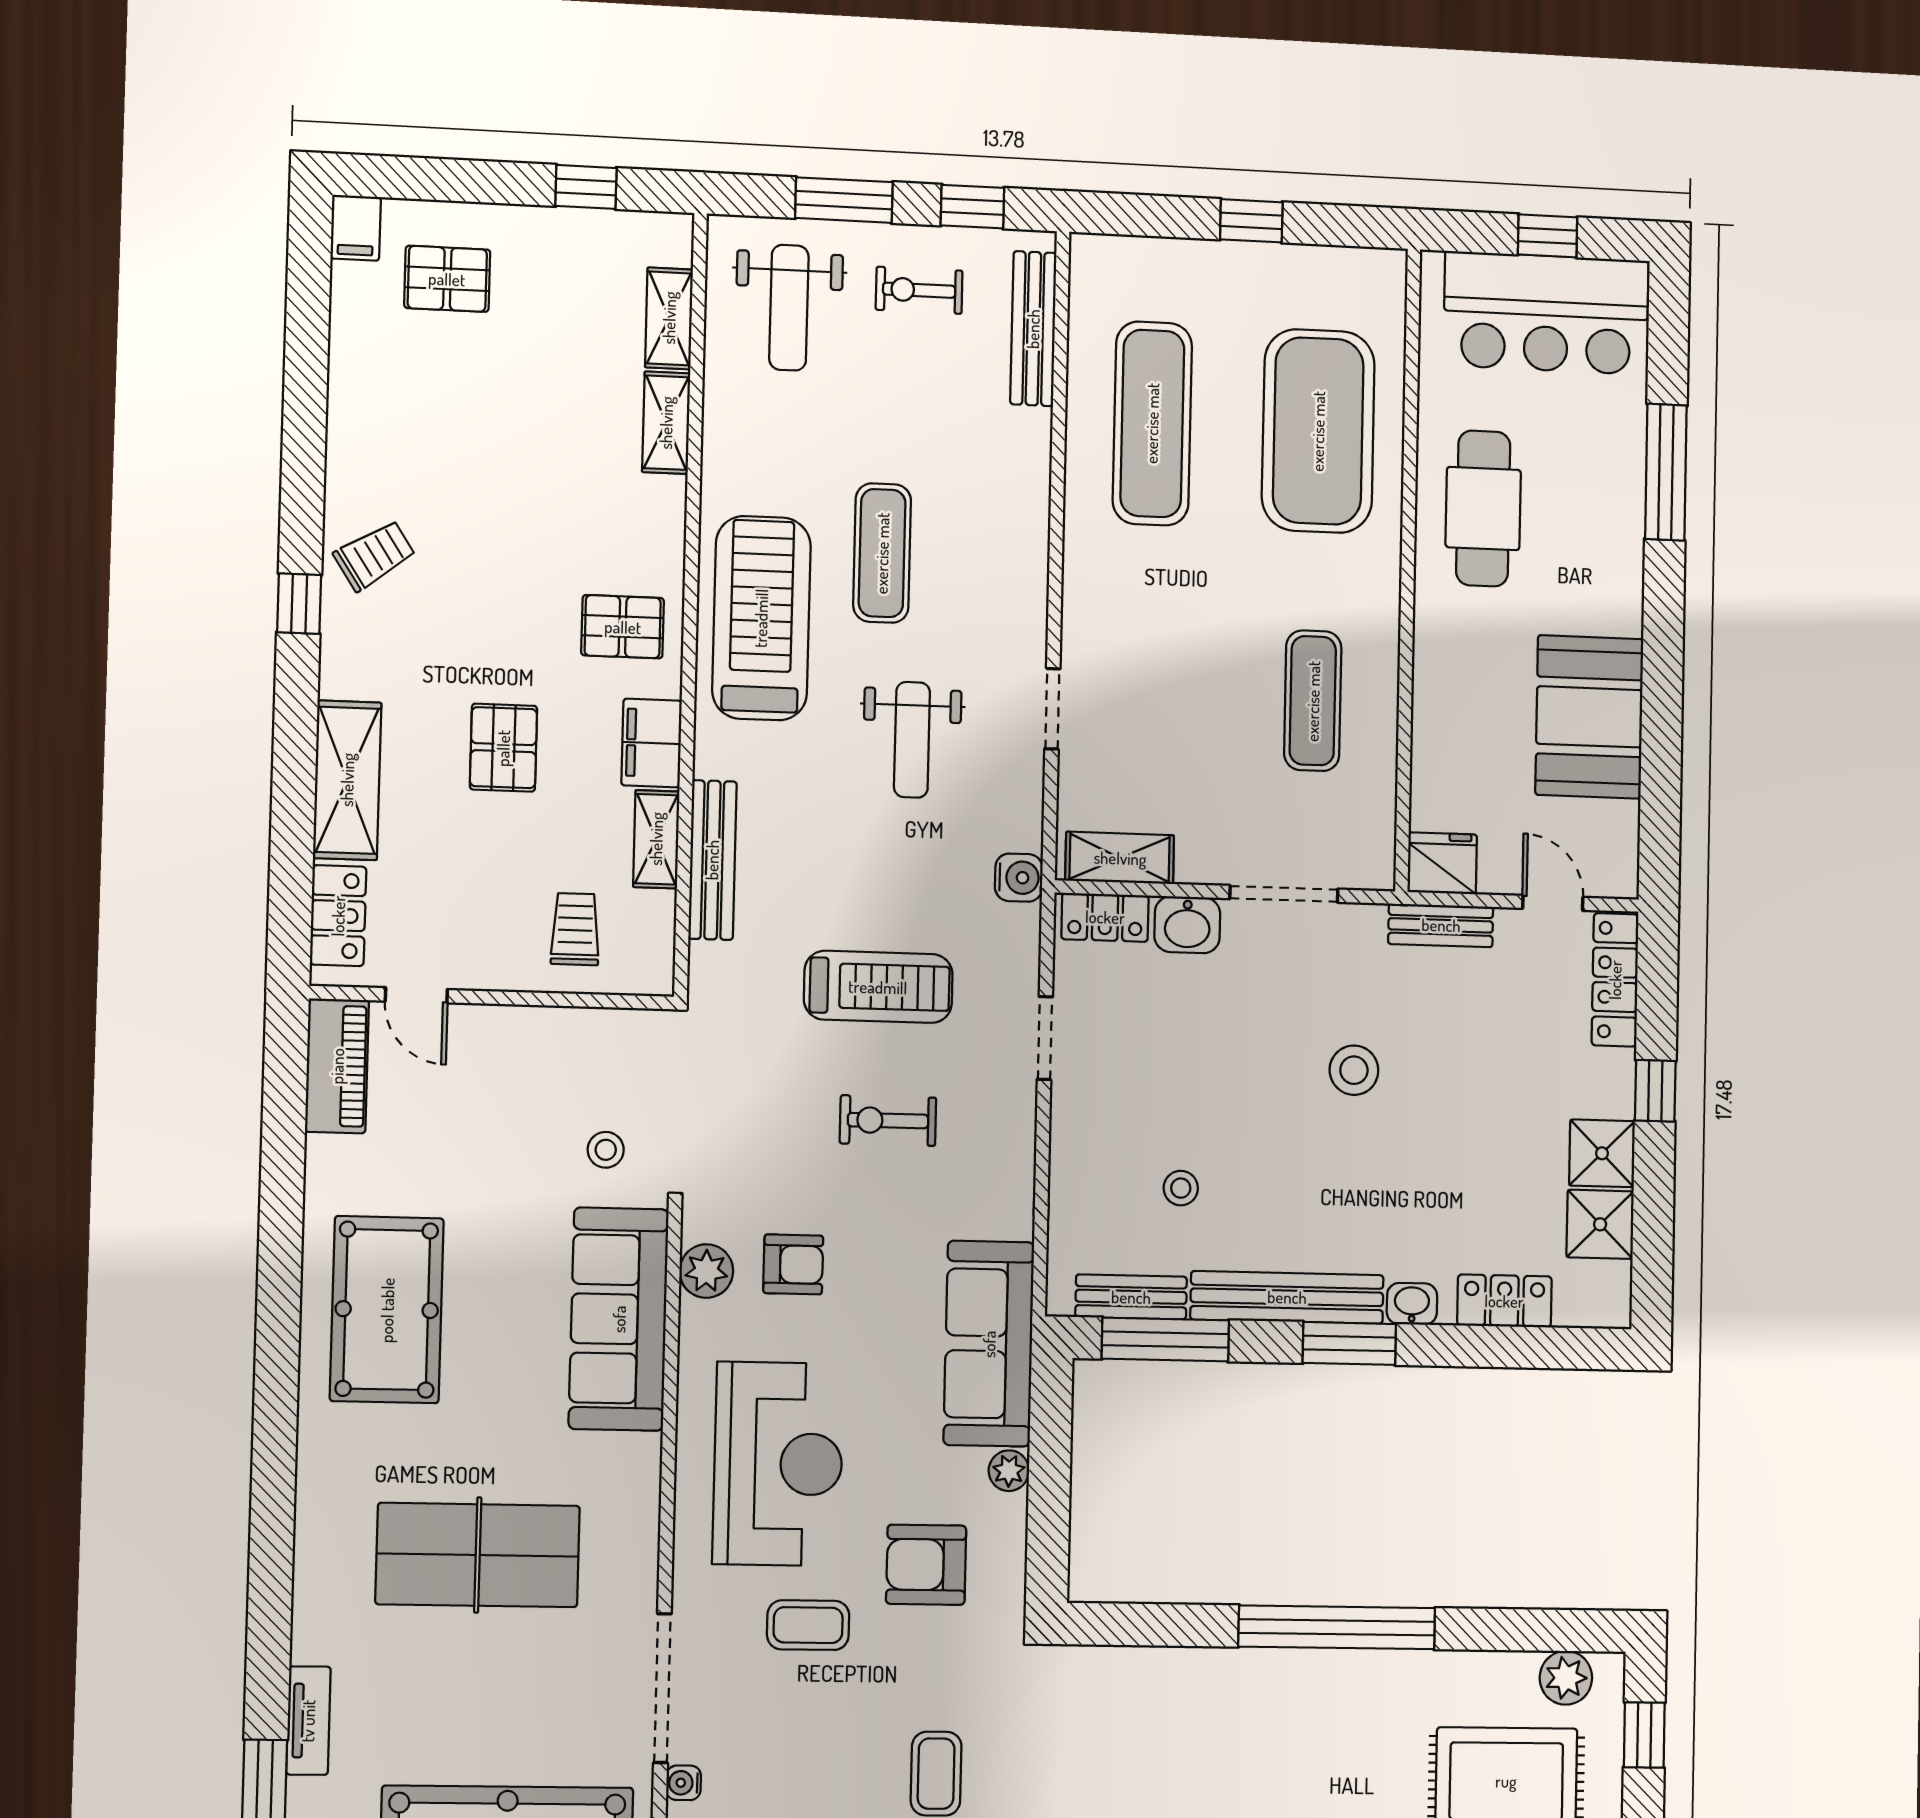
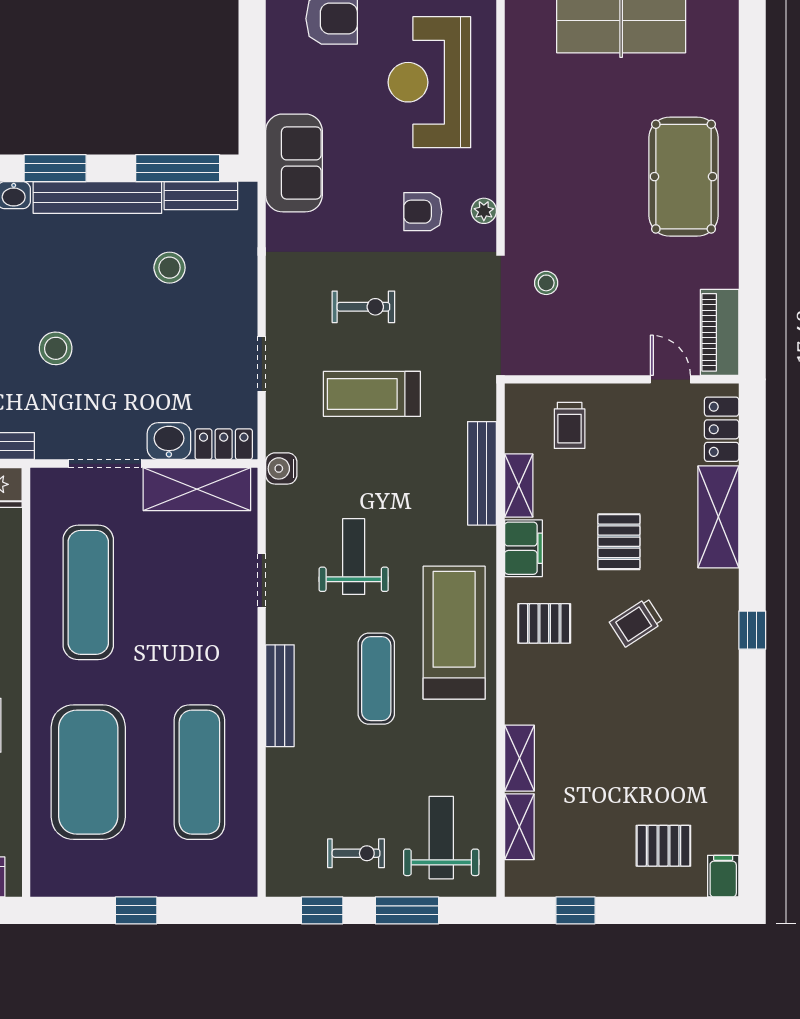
bench: (1033, 329) -> (280, 696), moved
trolley: (374, 555) -> (636, 622), moved
treadmill: (761, 618) -> (454, 633), turned 180
exercise mat: (1313, 701) -> (88, 592), width x1.36, depth x1.45
shelving: (1120, 858) -> (197, 489), width x1.50, depth x1.33
stool: (1181, 1188) -> (170, 268), width x1.37, depth x1.37
plant: (706, 1271) -> (484, 211), width x0.73, depth x0.73
sofa: (619, 1319) -> (535, 174), removed
sofa: (989, 1344) -> (294, 163), width x0.73
plant: (1009, 1471) -> (279, 80), removed

